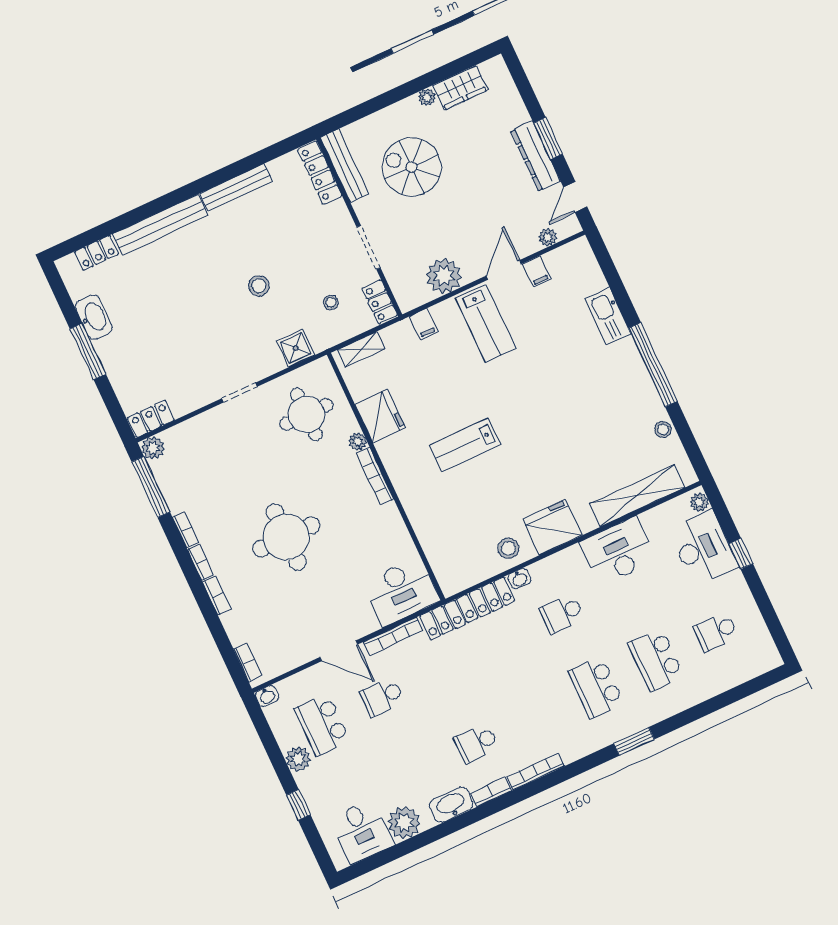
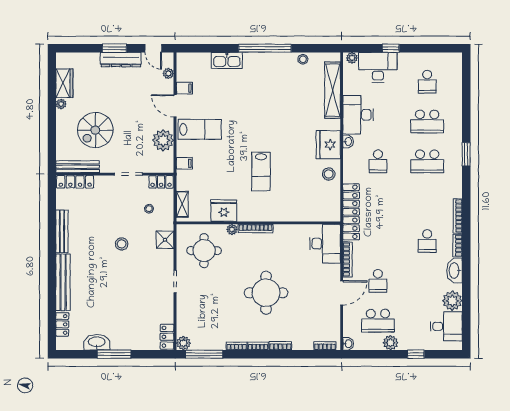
washbasin: (520, 579) -> (348, 141), moved

